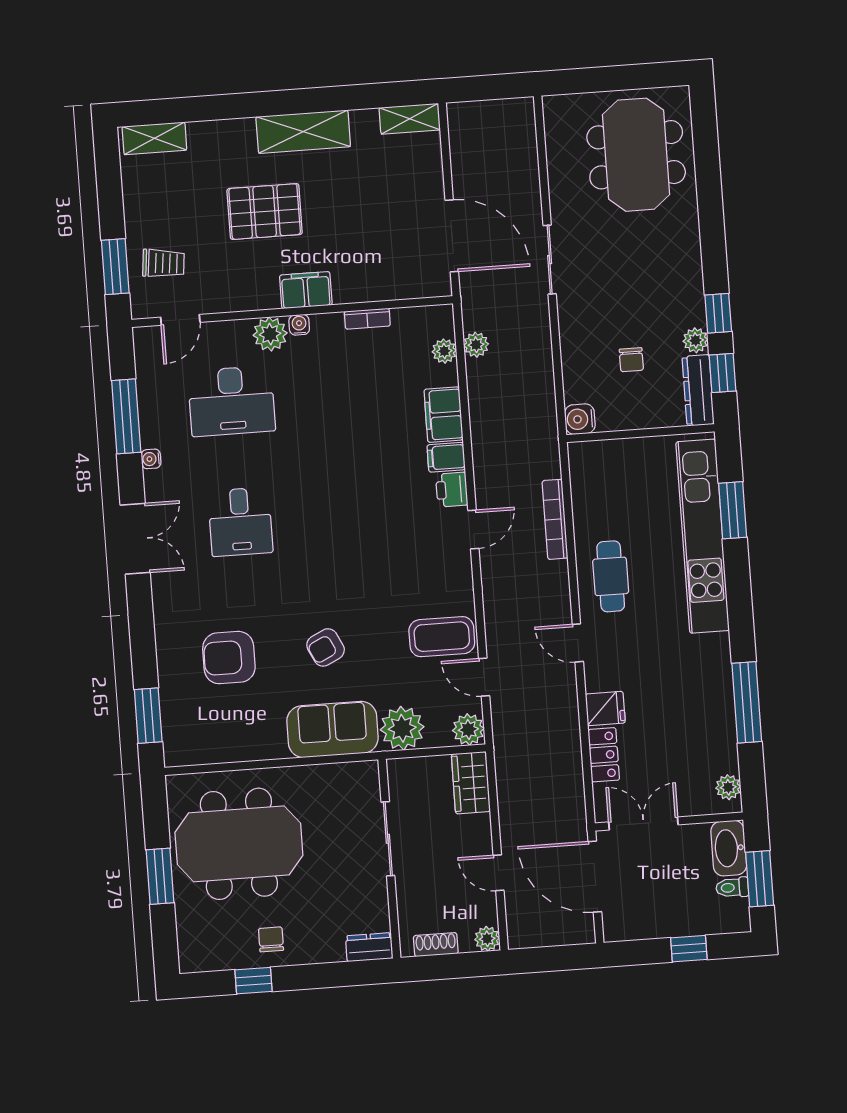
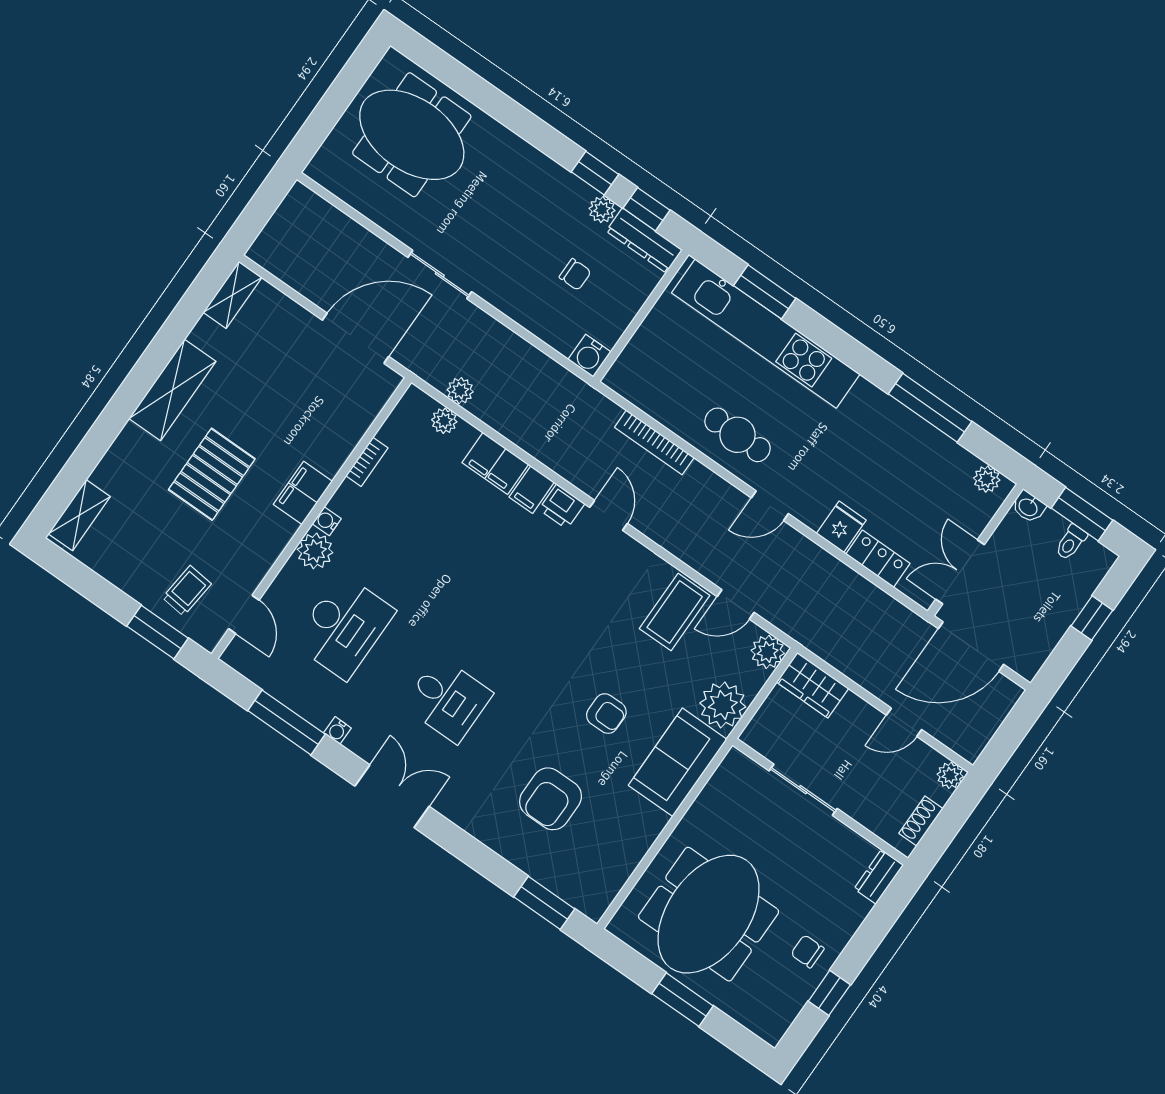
armchair: (326, 647) -> (606, 714), turned -64
washbasin: (729, 848) -> (1028, 507), width x0.52, depth x0.69

